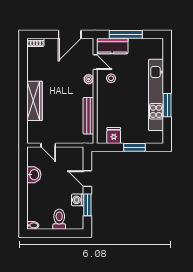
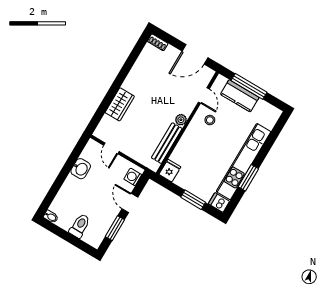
kitchen counter: (112, 46) -> (240, 96), moved
plant: (89, 79) -> (181, 120), moved
wardrobe: (35, 101) -> (120, 104), width x0.67
fridge: (114, 135) -> (170, 171), moved
dishwasher: (156, 138) -> (219, 202), added
washing machine: (78, 200) -> (133, 177), moved

